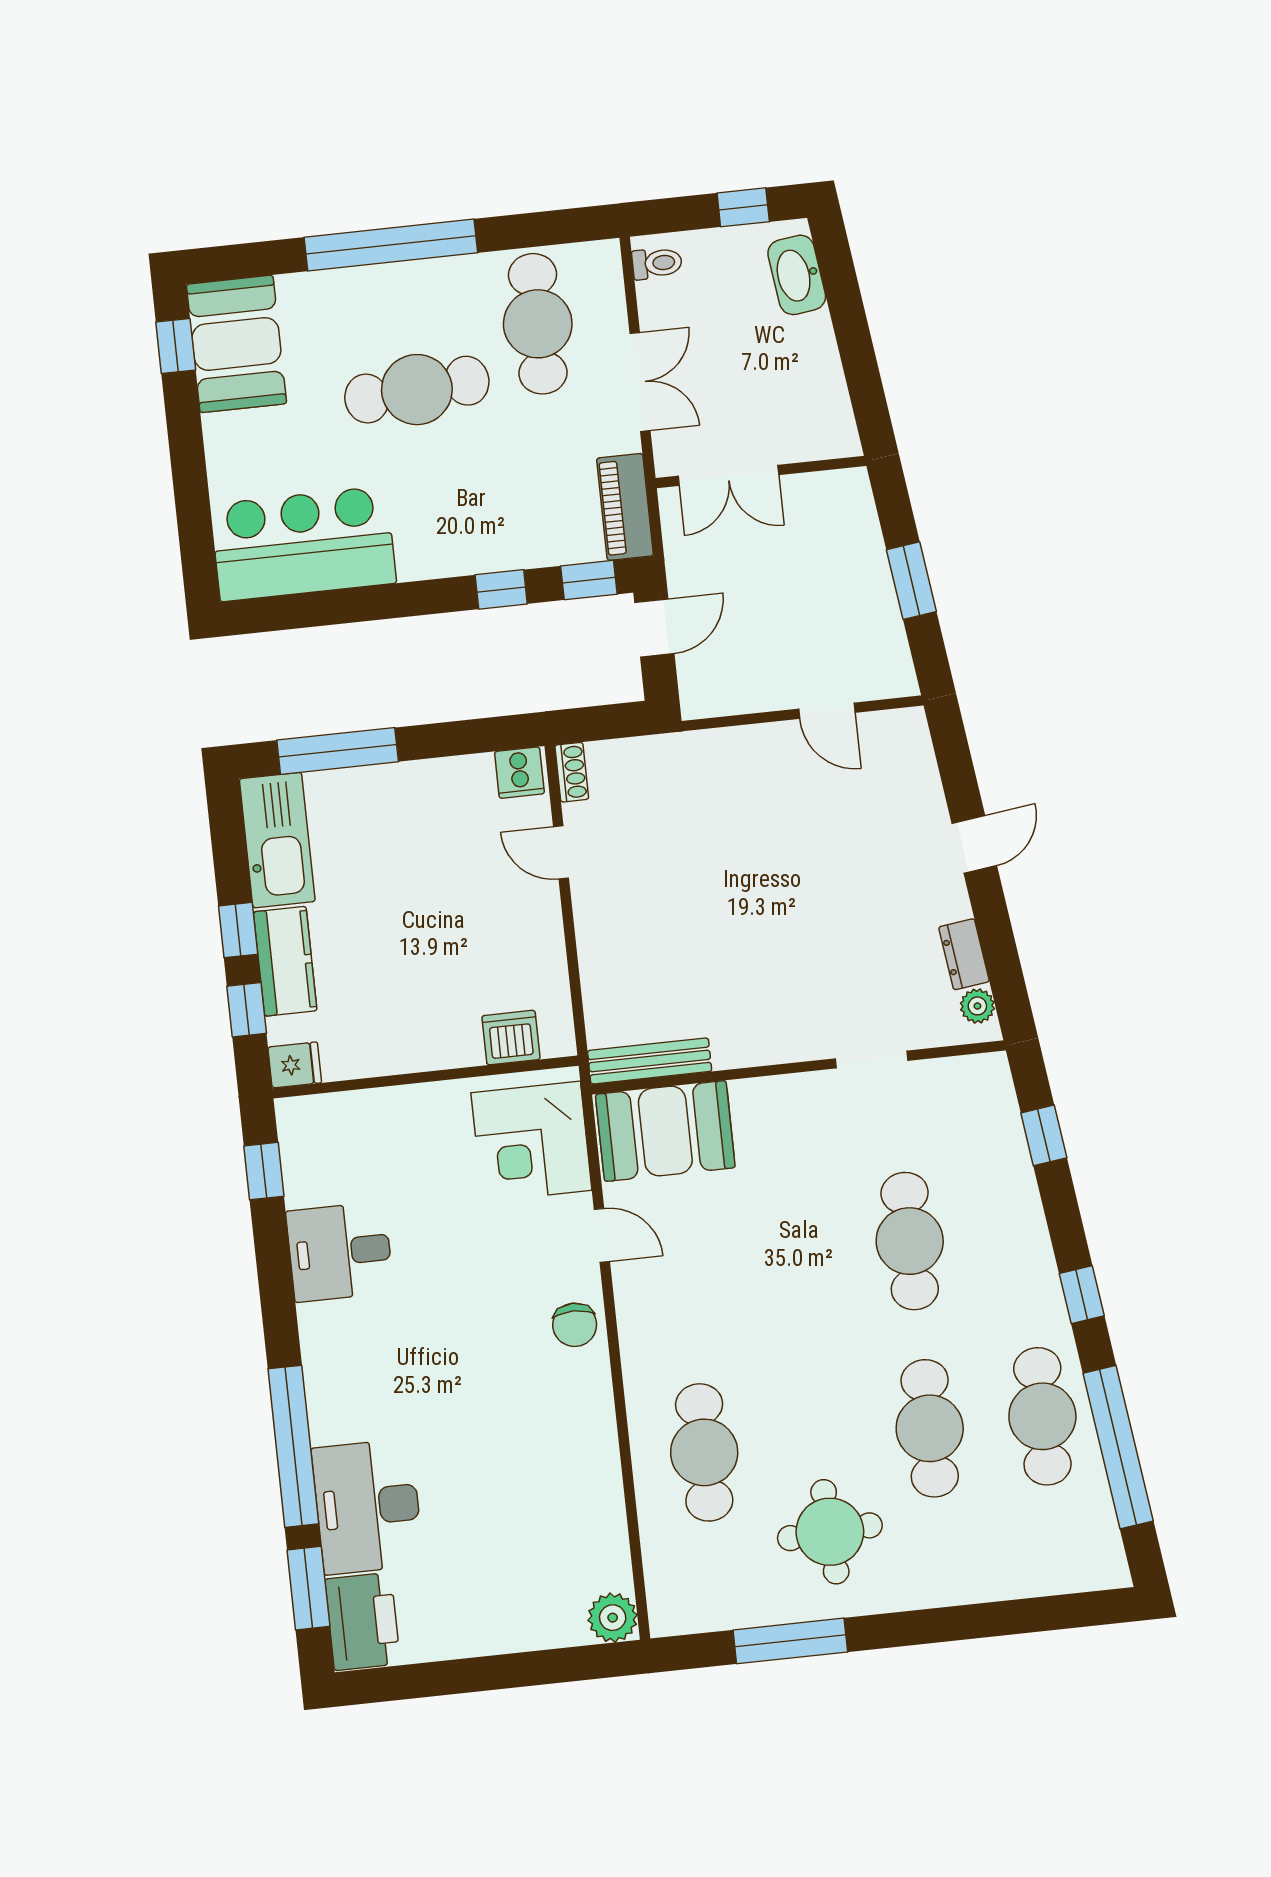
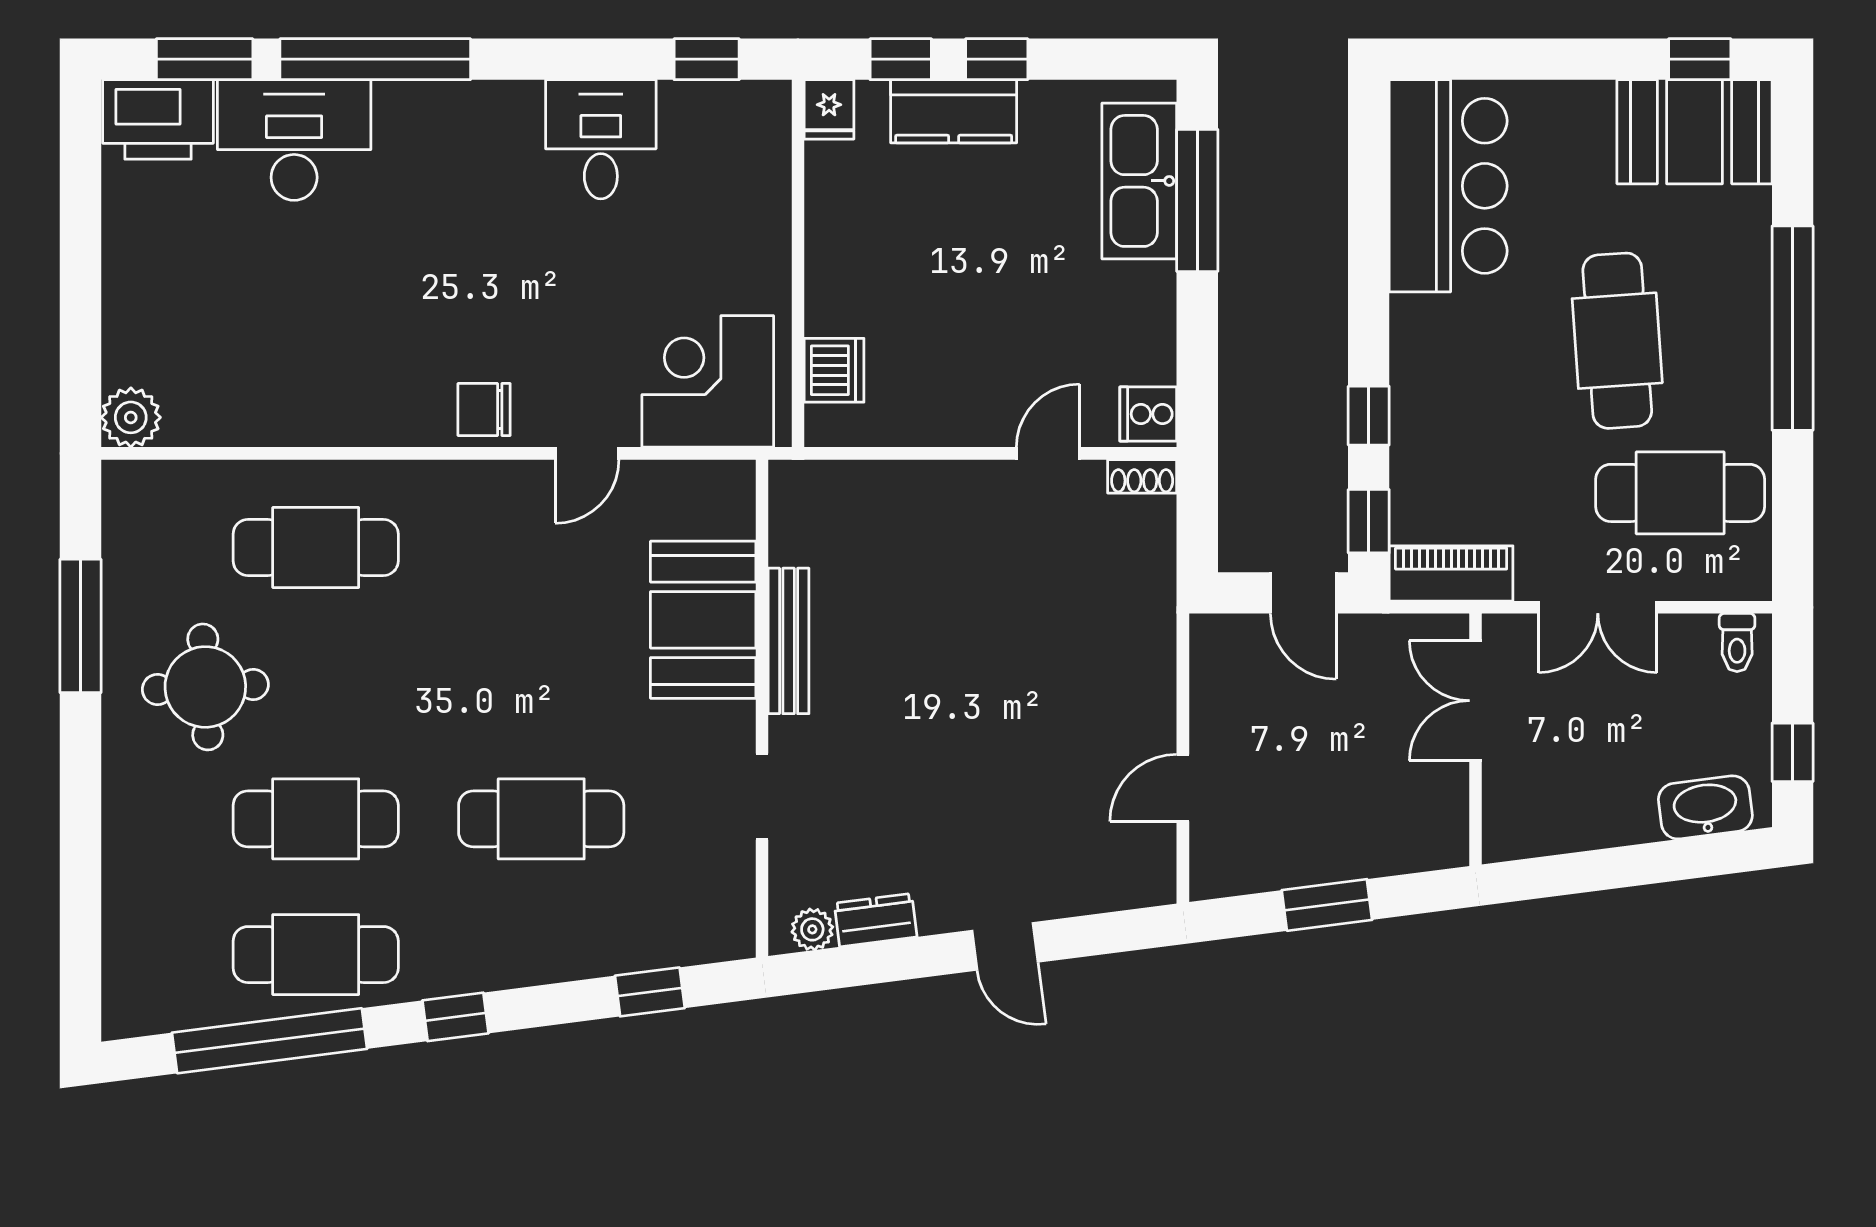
kitchen sink: (277, 840) -> (1139, 181), moved, turned 90
bench: (650, 1061) -> (789, 641), moved
booth: (665, 1131) -> (703, 620), moved

